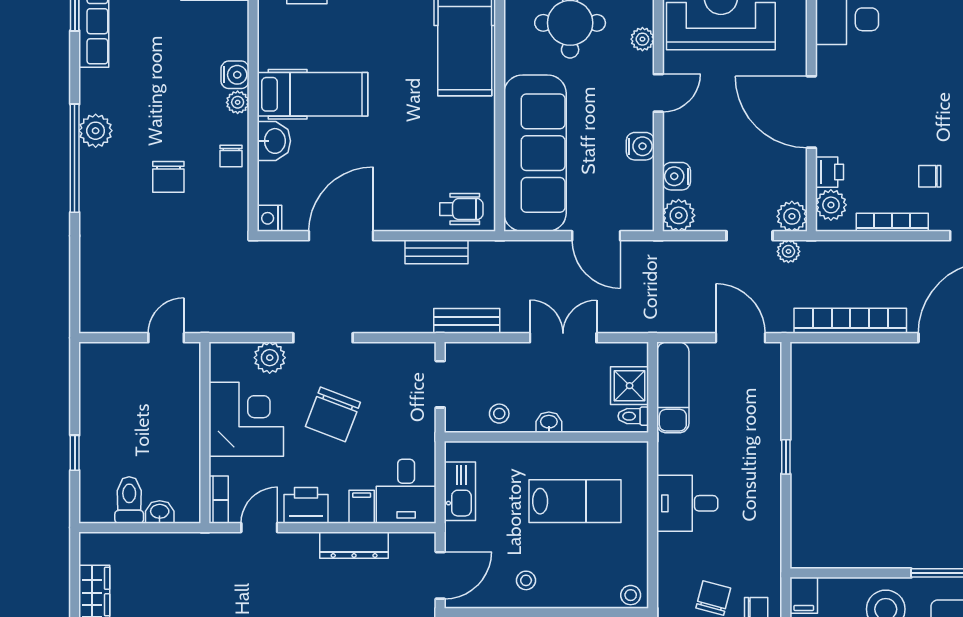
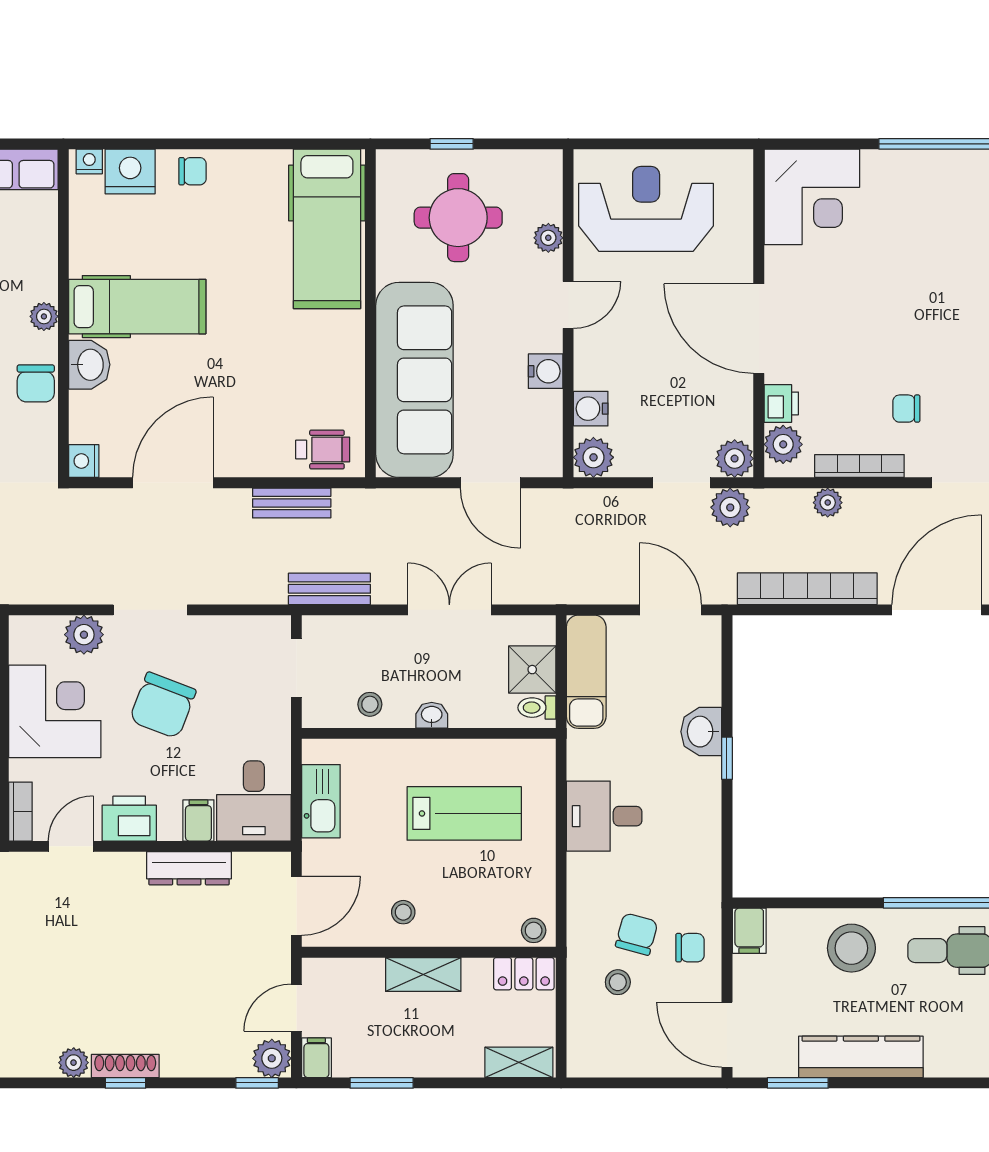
water cooler: (235, 75) -> (41, 282), removed
chair: (231, 156) -> (36, 383), width x1.37, depth x1.37
plant: (788, 251) -> (730, 507), width x1.38, depth x1.38
plant: (867, 252) -> (828, 503), added
washbasin: (765, 435) -> (701, 732), added

